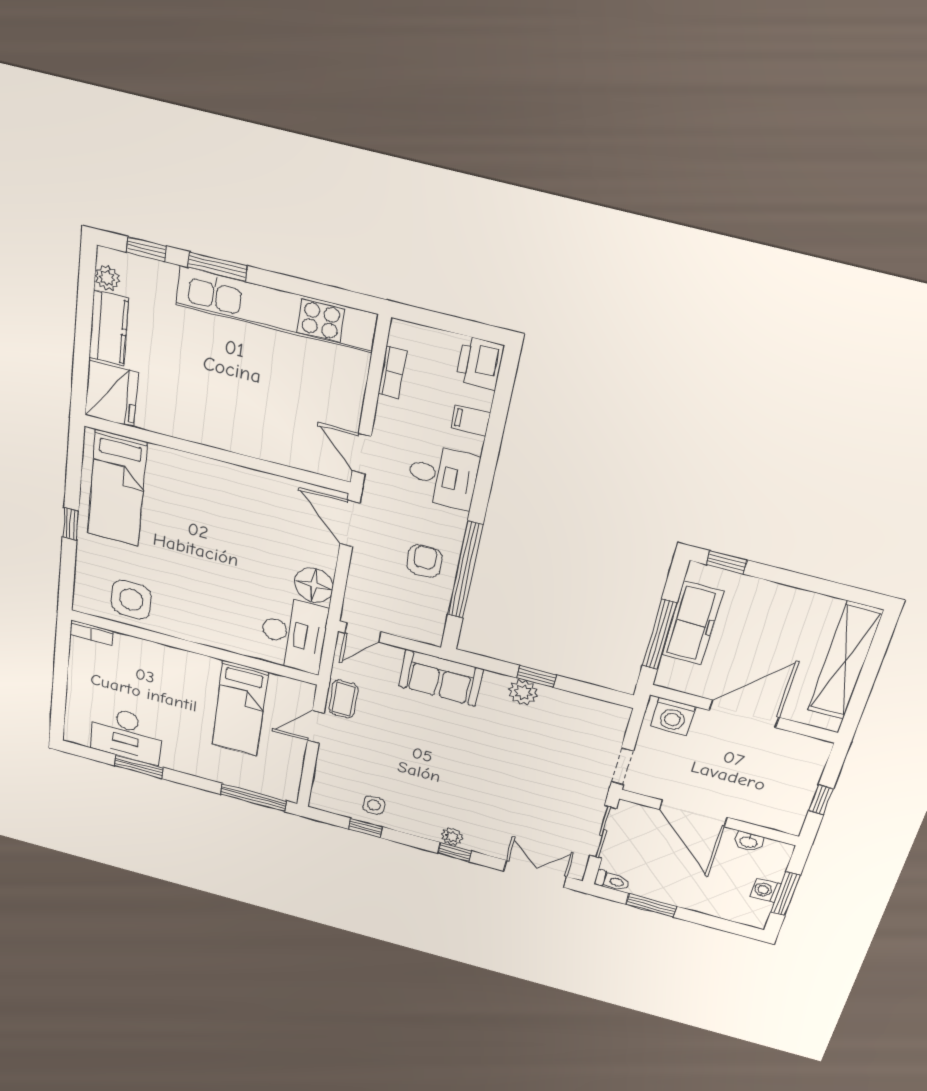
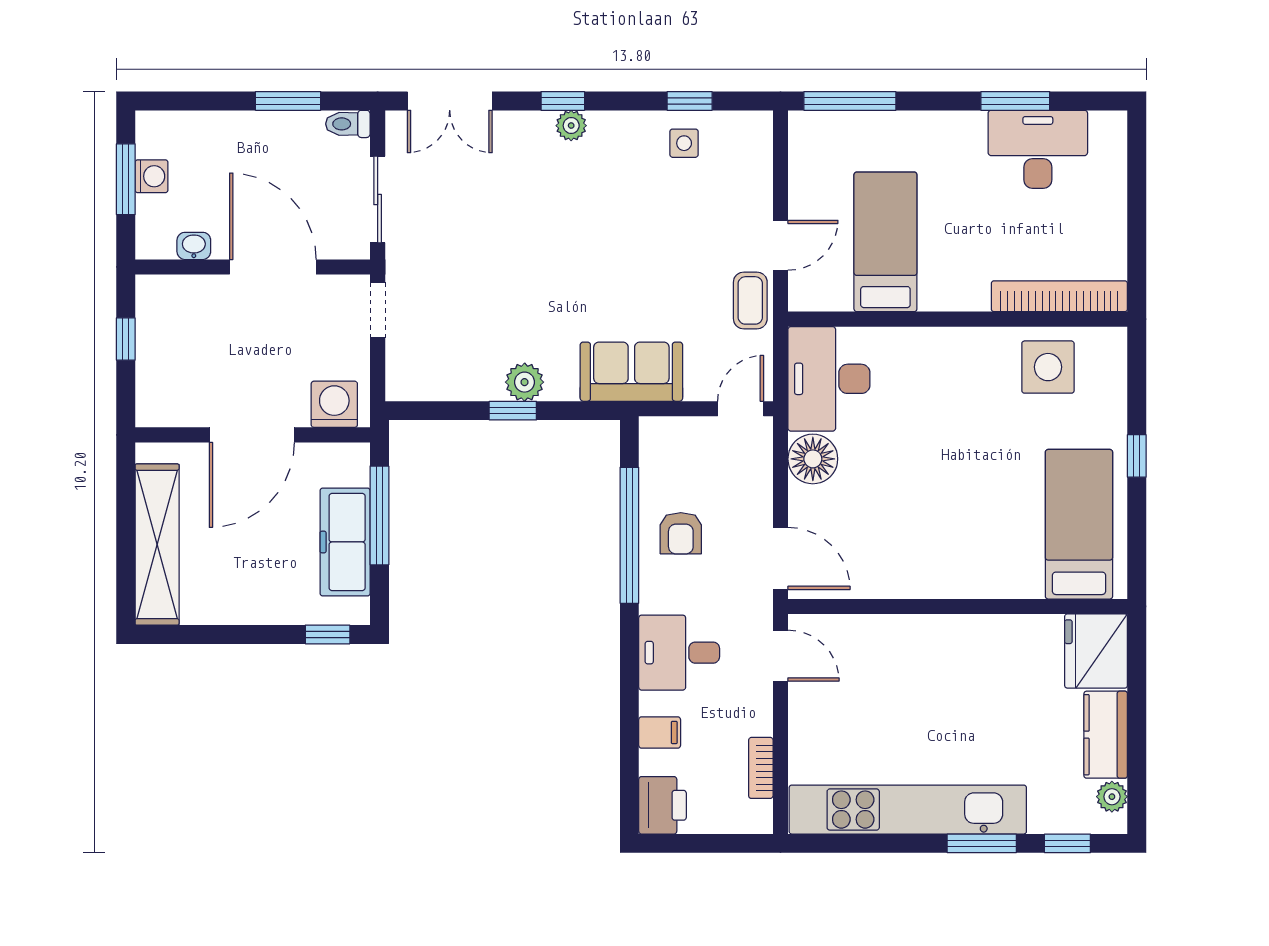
bookcase: (91, 633) -> (1059, 296), width x2.31, depth x1.31

